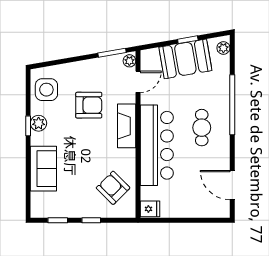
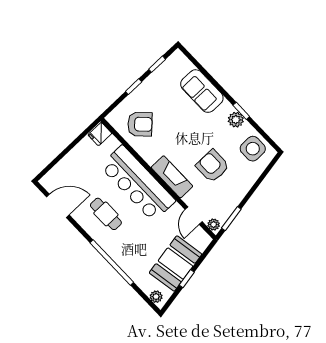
armchair: (89, 105) -> (213, 166), turned 90
cafe table: (202, 128) -> (106, 214), moved

